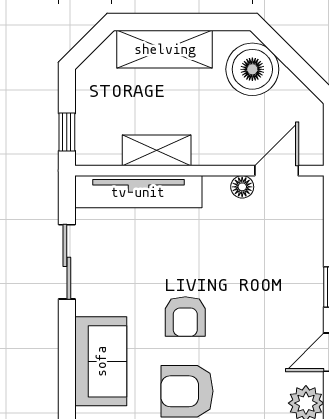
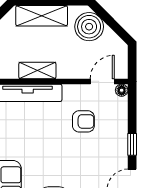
floor lamp: (242, 187) -> (122, 90), moved
armchair: (185, 317) -> (83, 121), moved, turned -90

